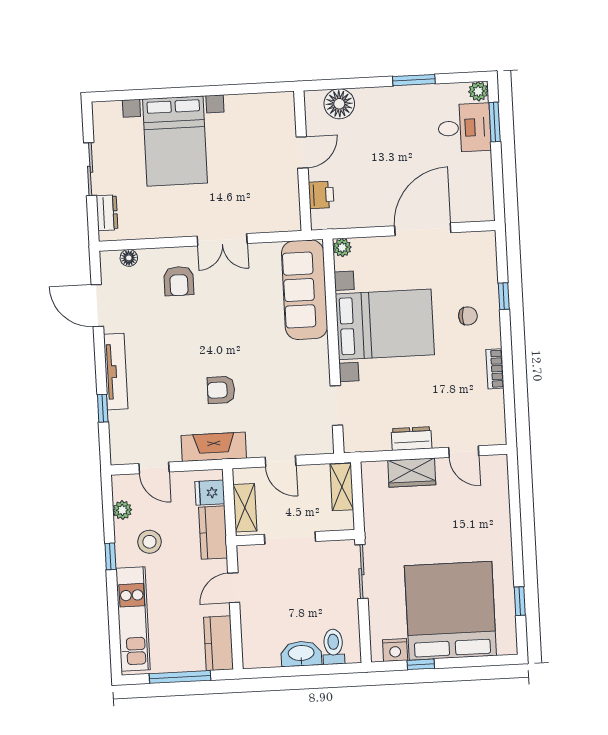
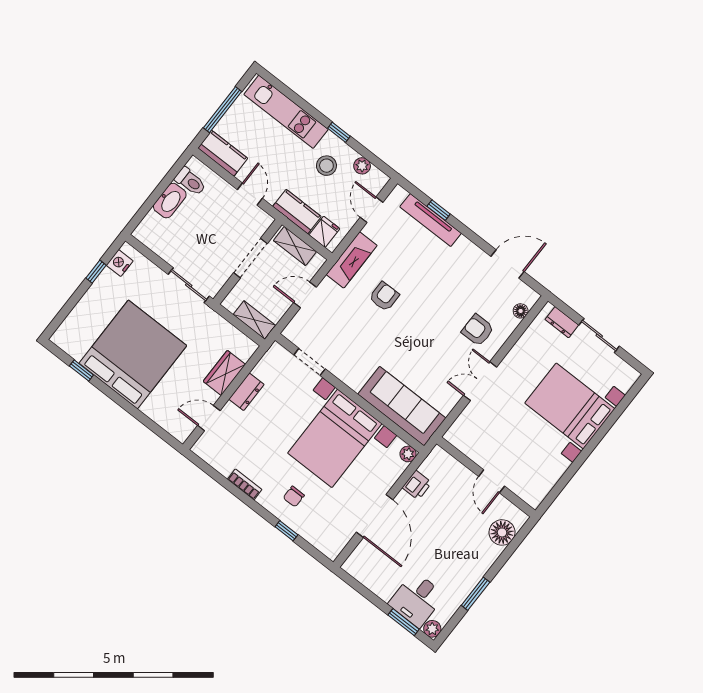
printer: (321, 195) -> (417, 485), moved, turned -90
tv unit: (116, 372) -> (430, 220), moved
door: (154, 468) -> (371, 210), hinge flipped
bed: (450, 611) -> (133, 354), moved, turned -90
toilet: (333, 647) -> (190, 181), moved

